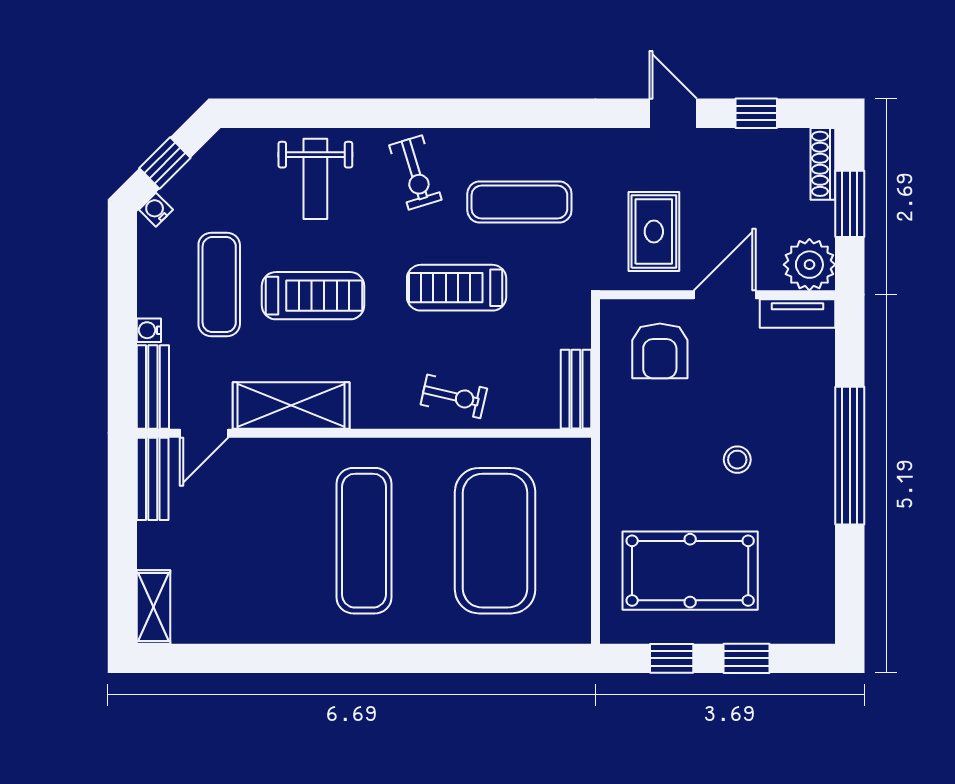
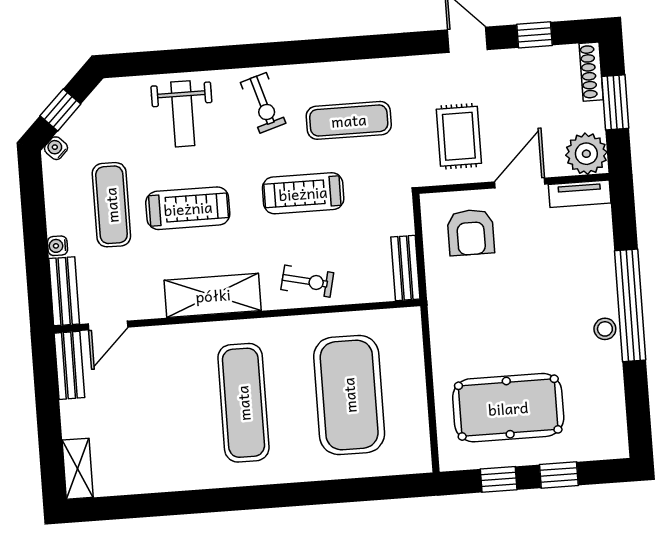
shelving: (291, 405) -> (213, 295), moved
stool: (737, 460) -> (605, 329), moved

